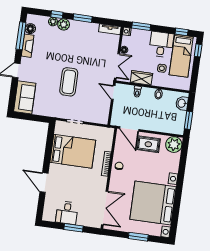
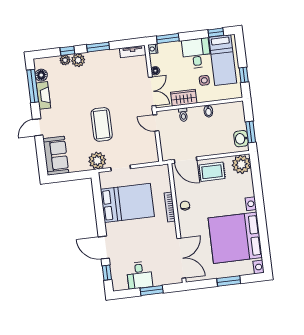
window: (198, 50) -> (244, 75), moved
washbasin: (182, 103) -> (241, 139), moved
plant: (57, 110) -> (97, 161), added
window: (41, 204) -> (107, 273), added

